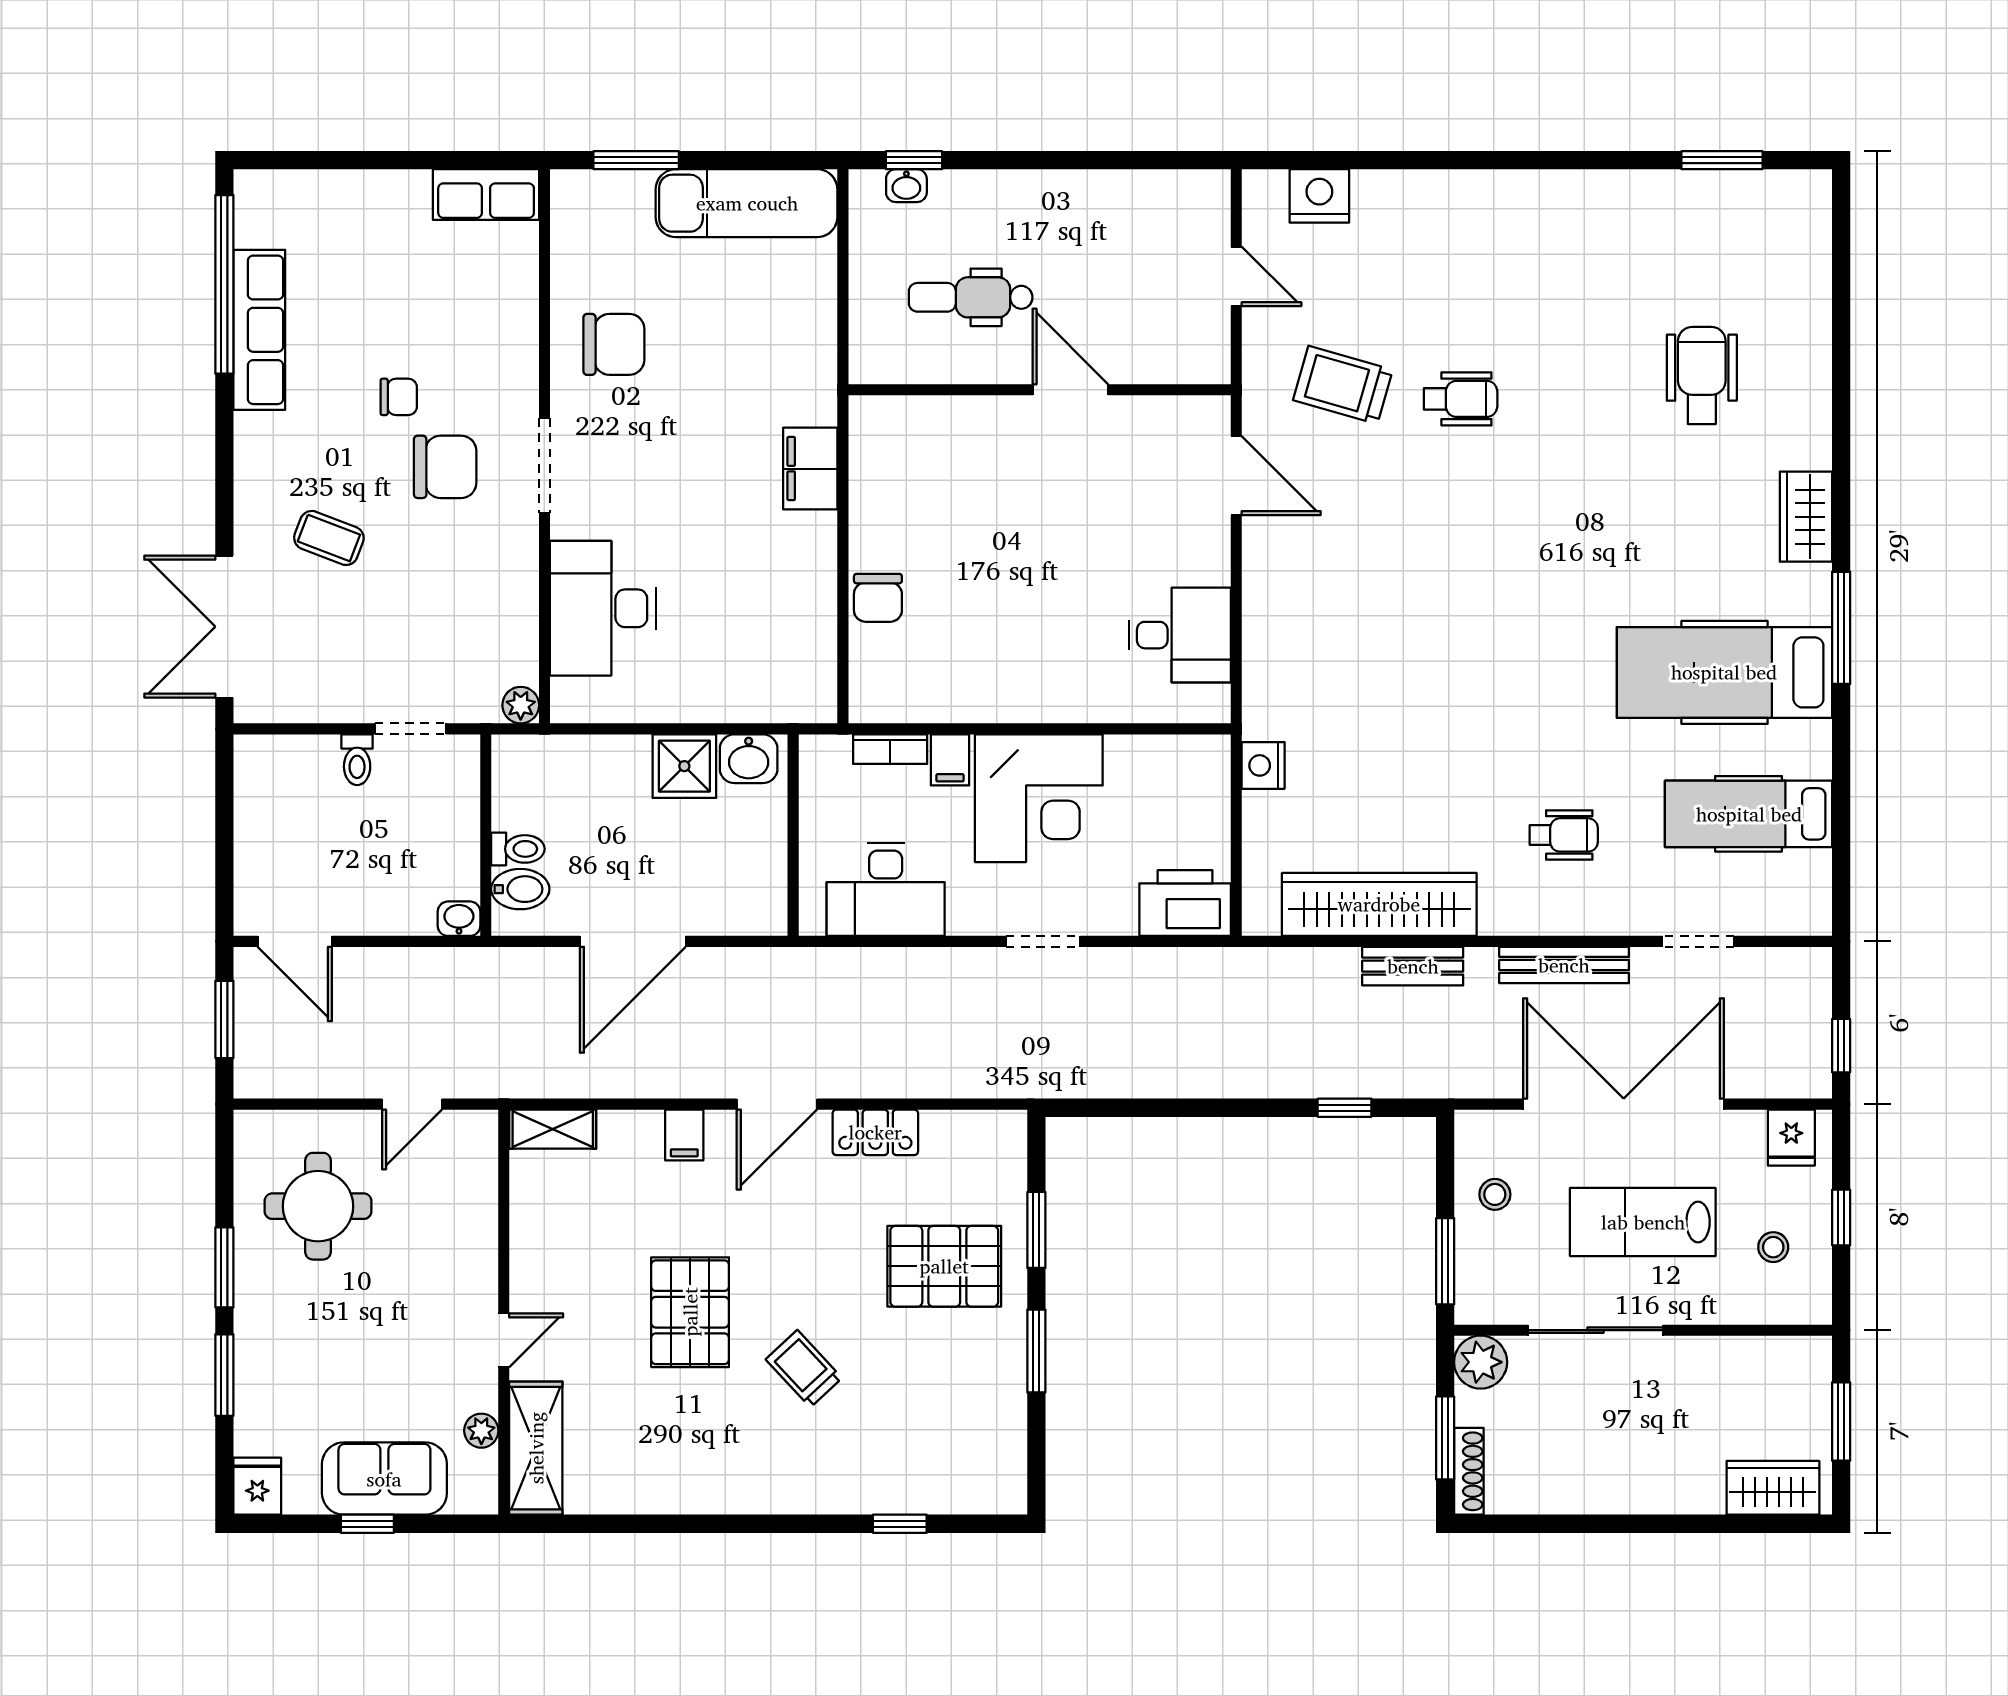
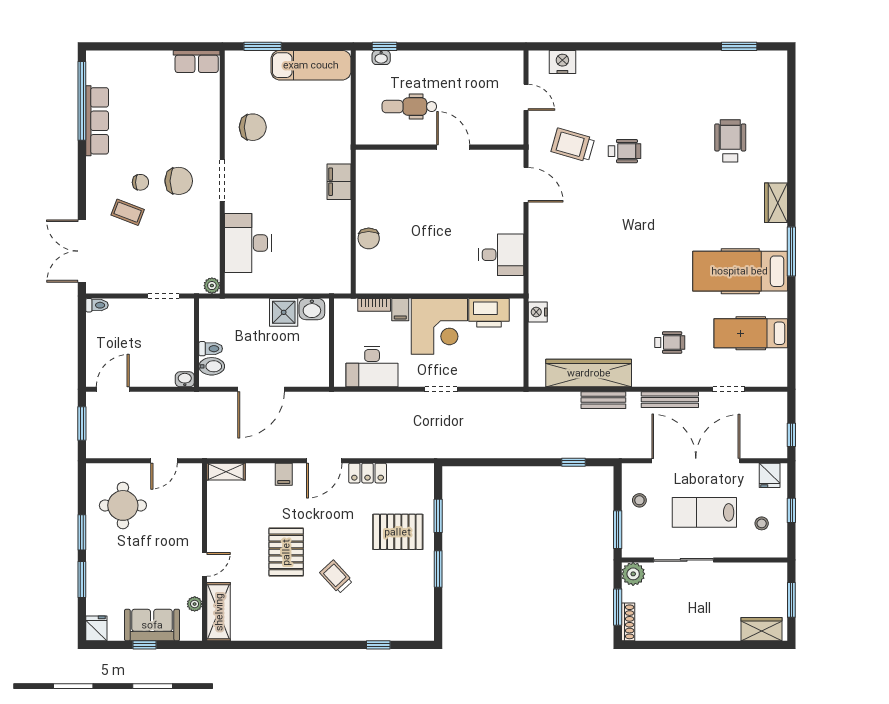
chair: (399, 397) -> (140, 182), moved
toilet: (357, 760) -> (97, 305), moved, turned -90
printer: (1185, 903) -> (489, 313), moved, turned 180
door: (295, 941) -> (113, 389), swing flipped

